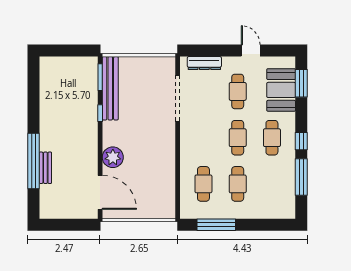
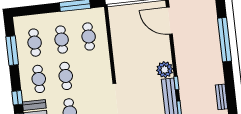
window: (301, 141) -> (17, 98), moved
plant: (113, 157) -> (165, 70), moved
bench: (45, 168) -> (221, 97), moved
cafe table: (272, 184) -> (35, 43), added

